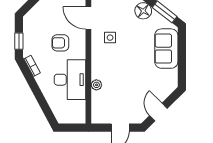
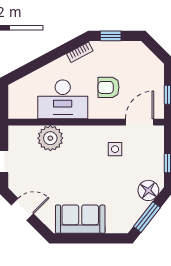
armchair: (60, 43) -> (109, 87), turned -90
sofa: (166, 49) -> (80, 219), moved
plant: (96, 85) -> (50, 138), width x1.88, depth x1.88

